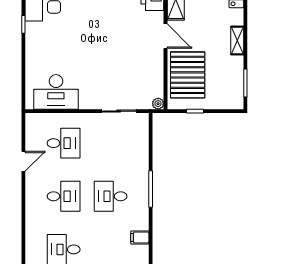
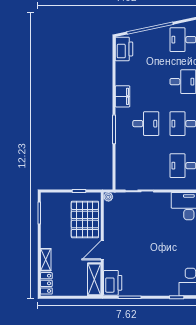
door: (166, 36) -> (102, 250), hinge flipped
shelving: (237, 41) -> (46, 260), moved
filing cabinet: (140, 237) -> (123, 96), width x2.00

